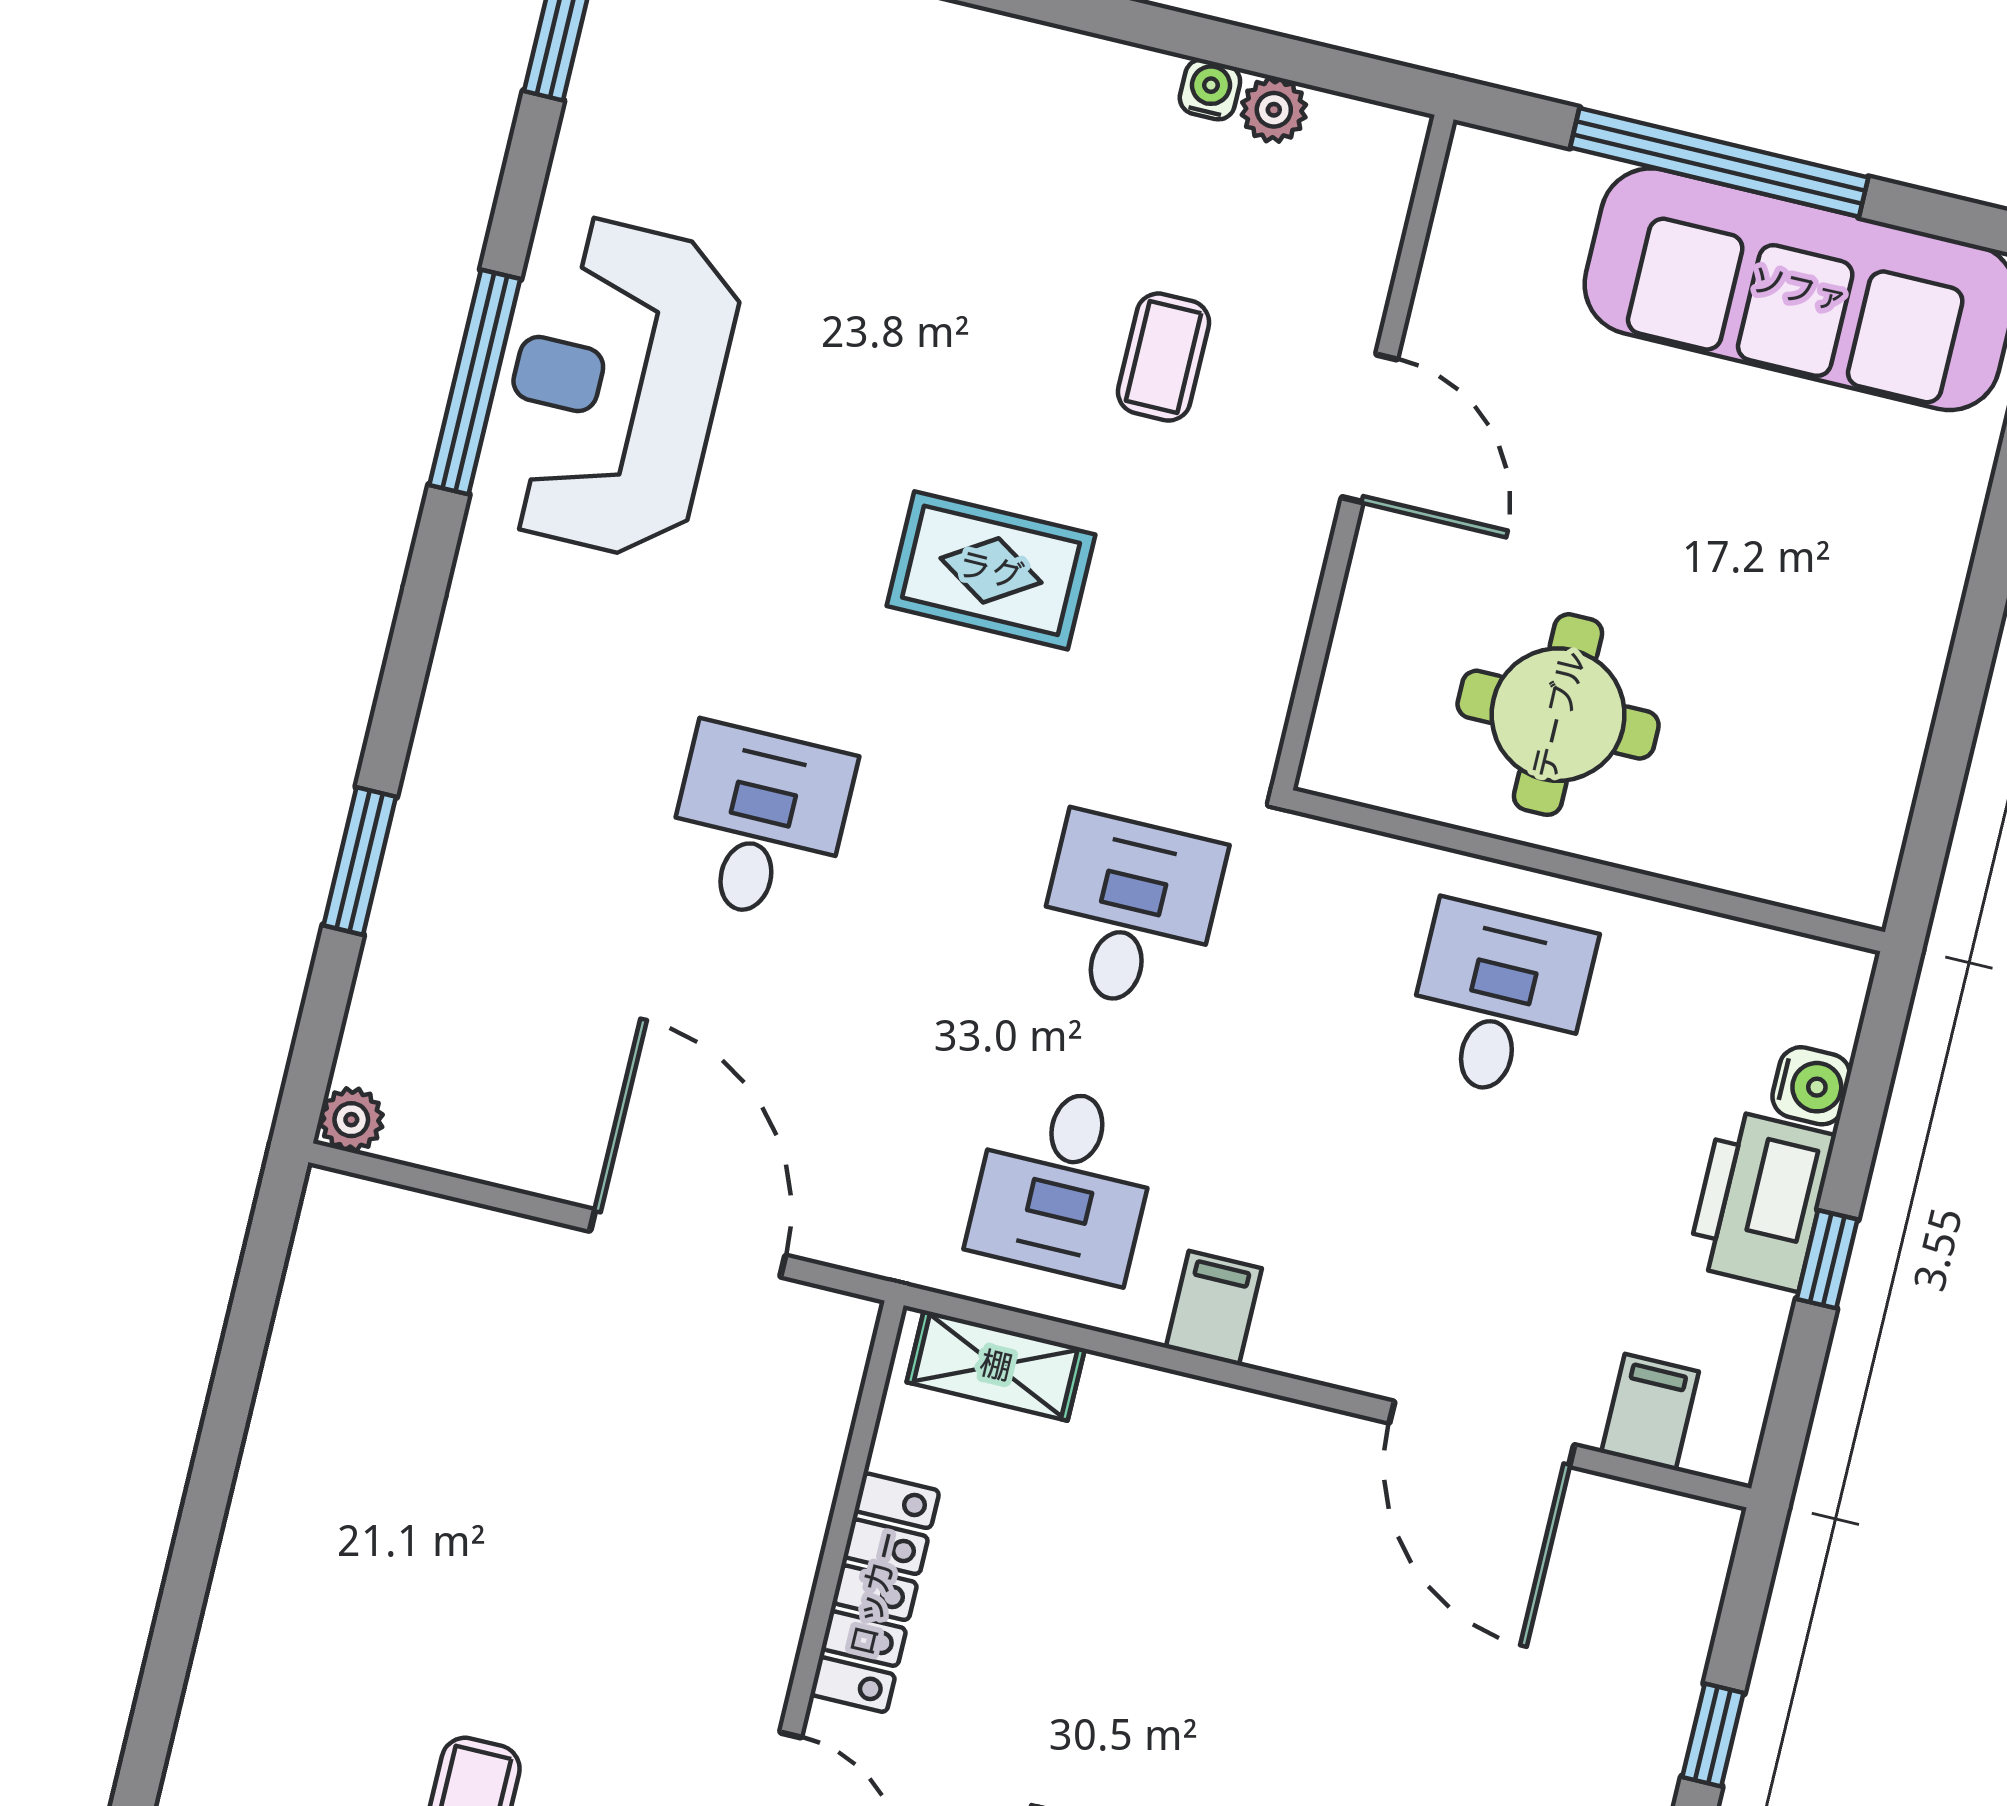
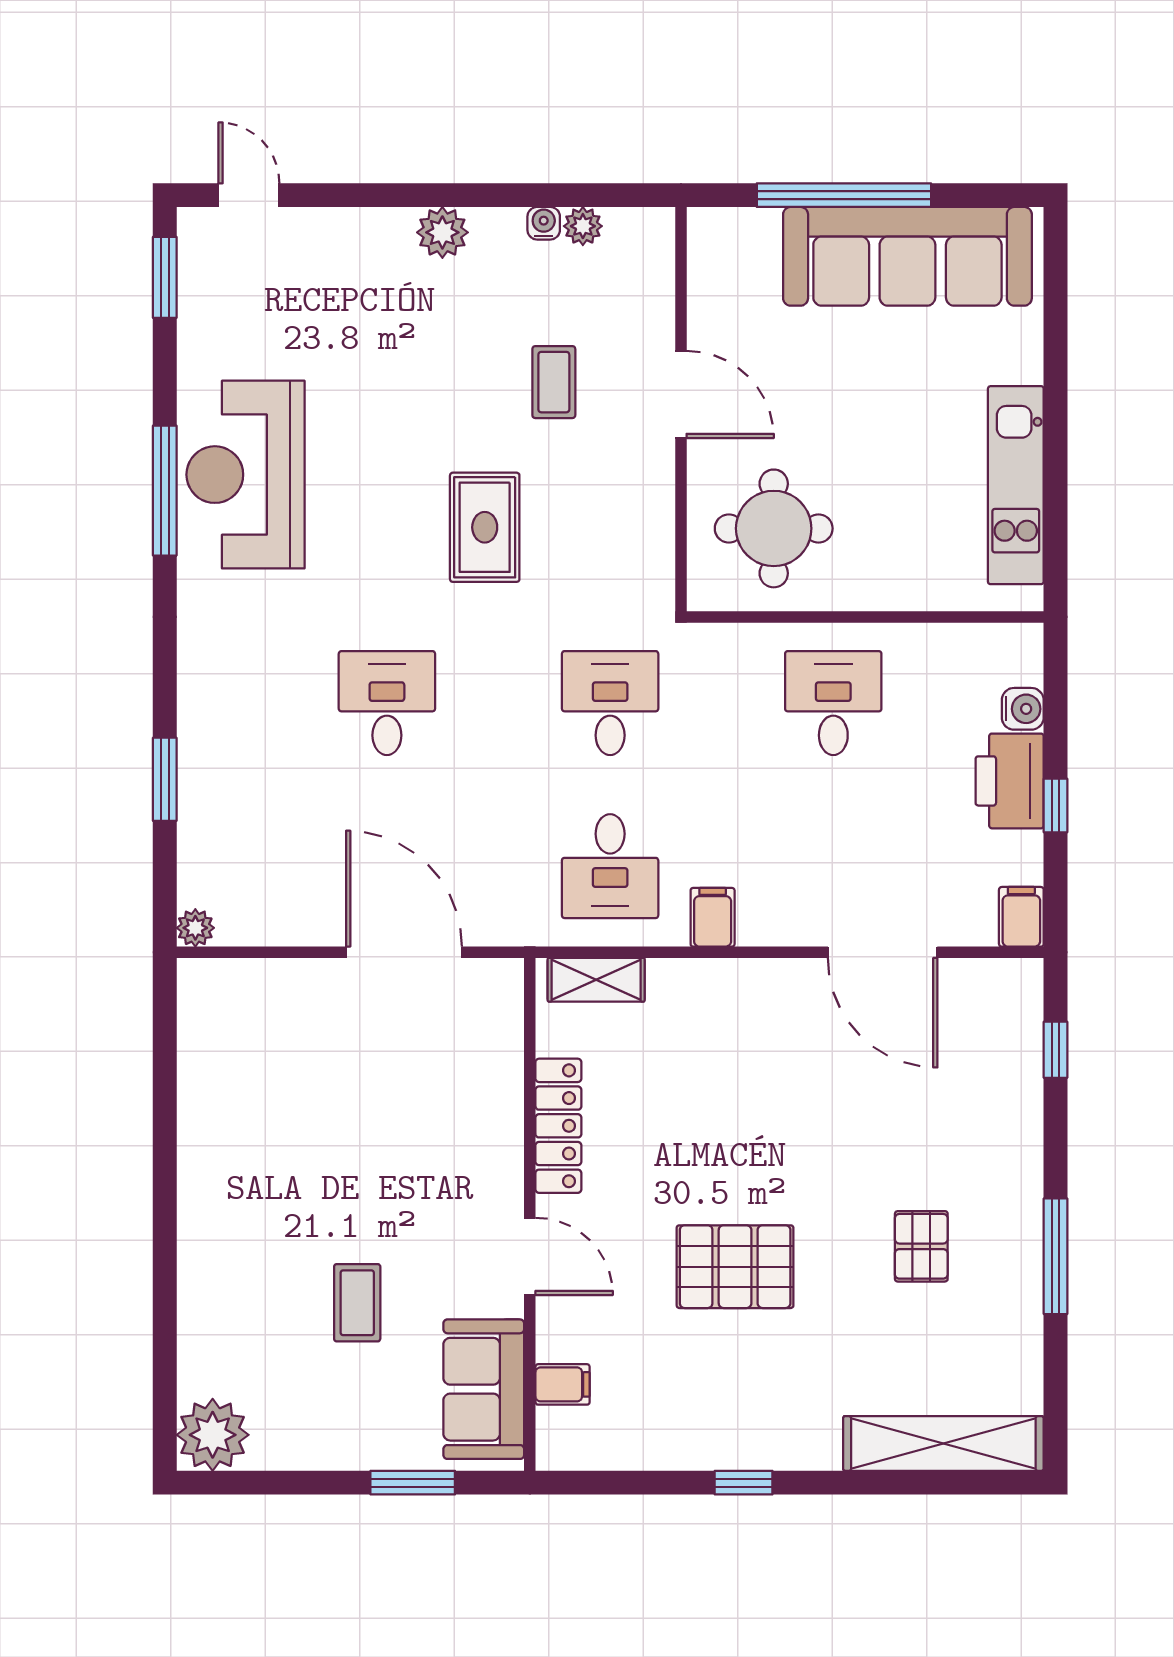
plant: (1038, 64) -> (442, 232), added
rug: (991, 570) -> (485, 527), turned 90
kitchen unit: (1889, 712) -> (1016, 485), added
round table: (1558, 715) -> (774, 528), moved
filing cabinet: (1650, 1412) -> (1021, 917), moved
window: (1713, 1735) -> (1055, 1050), moved

